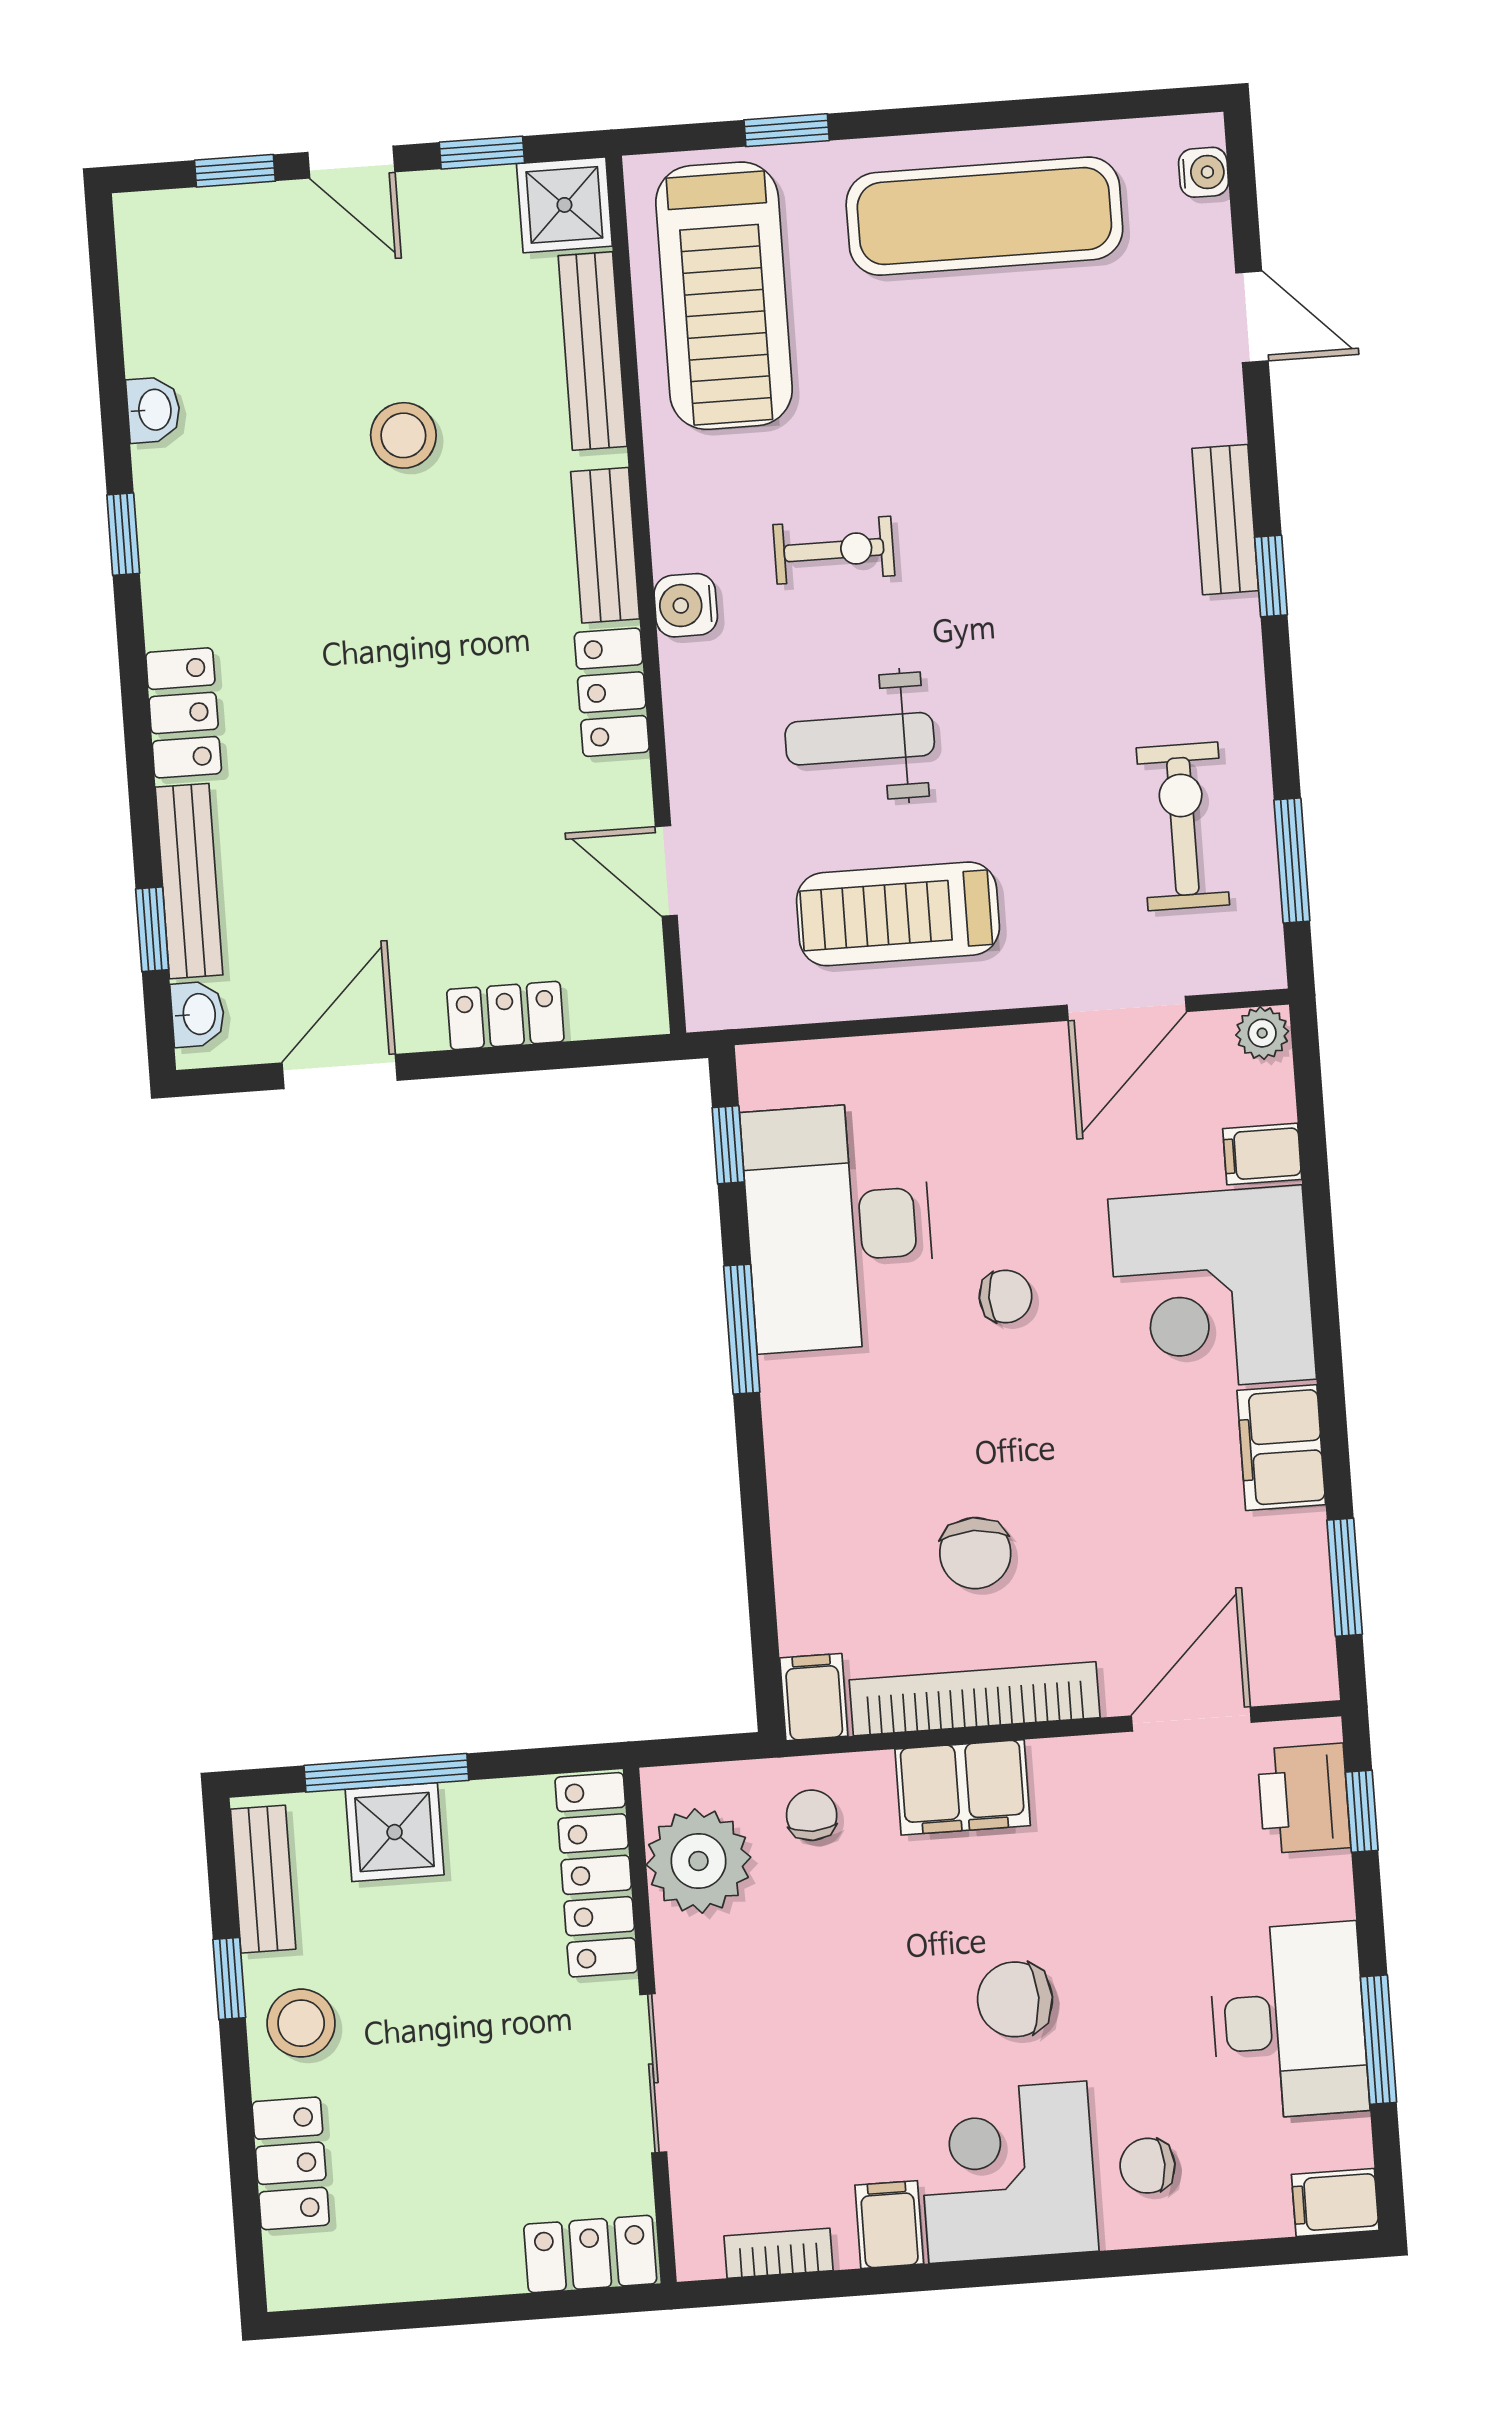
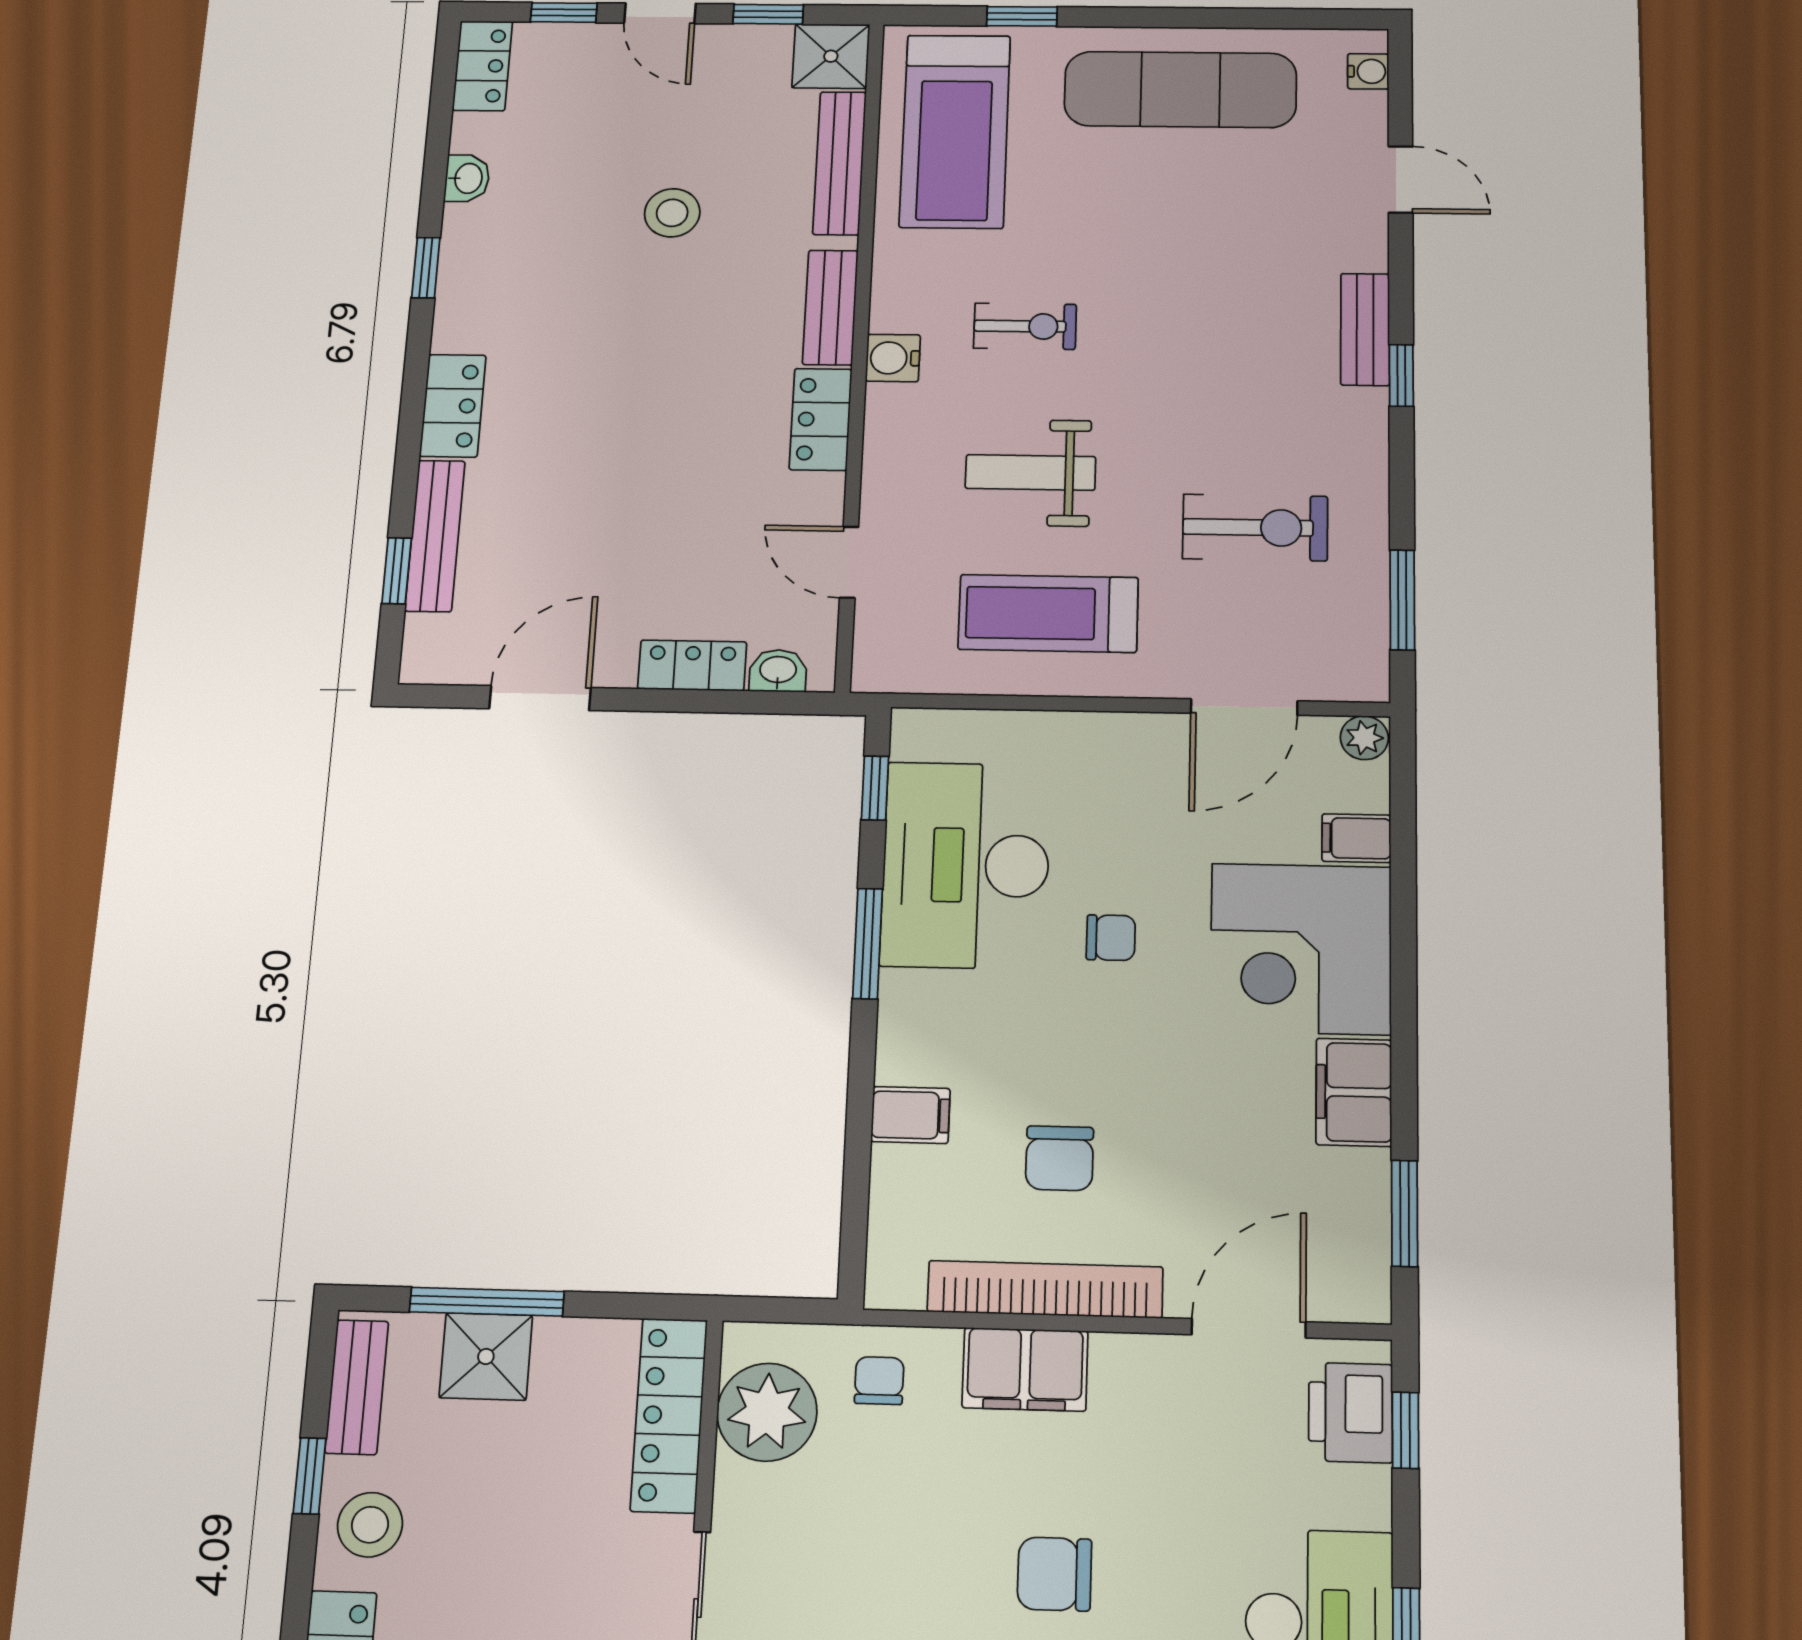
locker: (148, 253) -> (483, 66), added
exercise bike: (1183, 826) -> (1255, 528), moved, turned 90
washbasin: (198, 1014) -> (778, 671), moved, turned -90
filing cabinet: (814, 1697) -> (910, 1115), moved, turned 90

